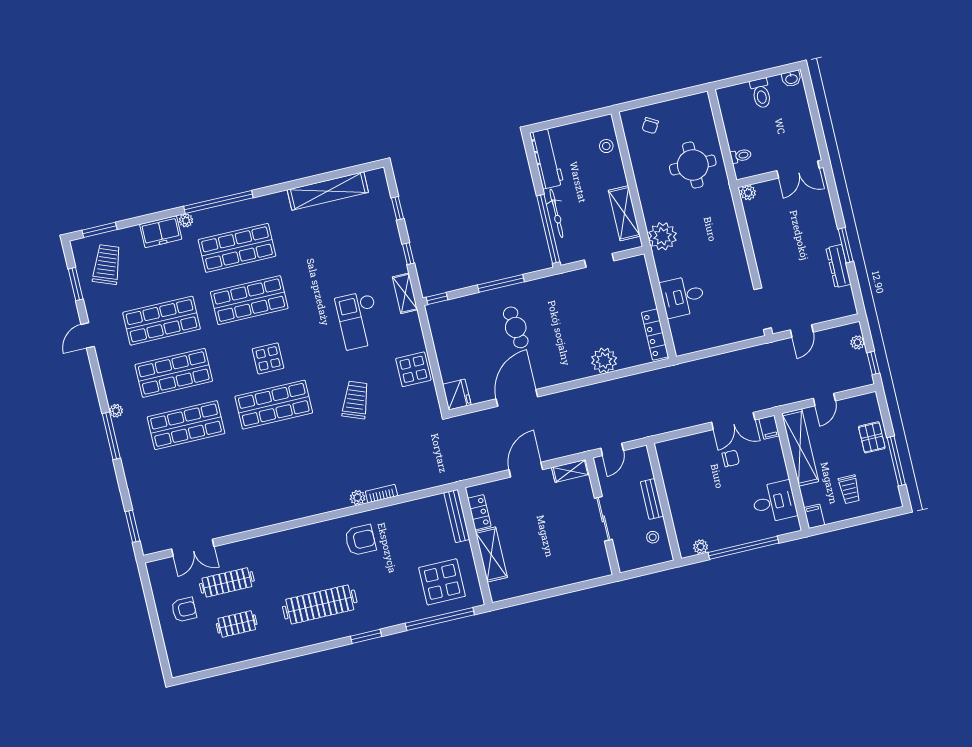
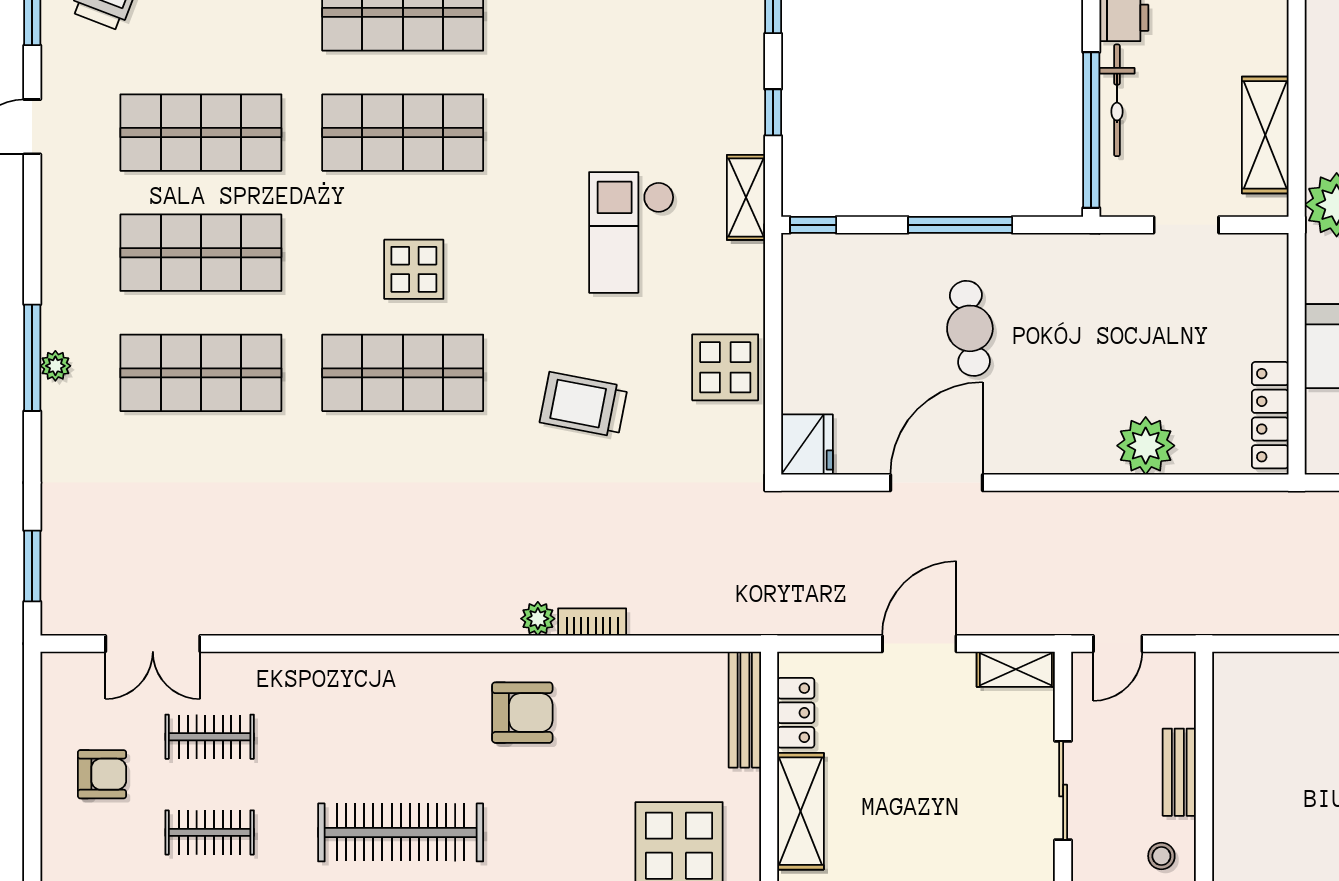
trolley: (356, 400) -> (584, 405), turned -100
plant: (116, 411) -> (55, 366), moved
clothes rail: (227, 582) -> (210, 737), width x0.73

